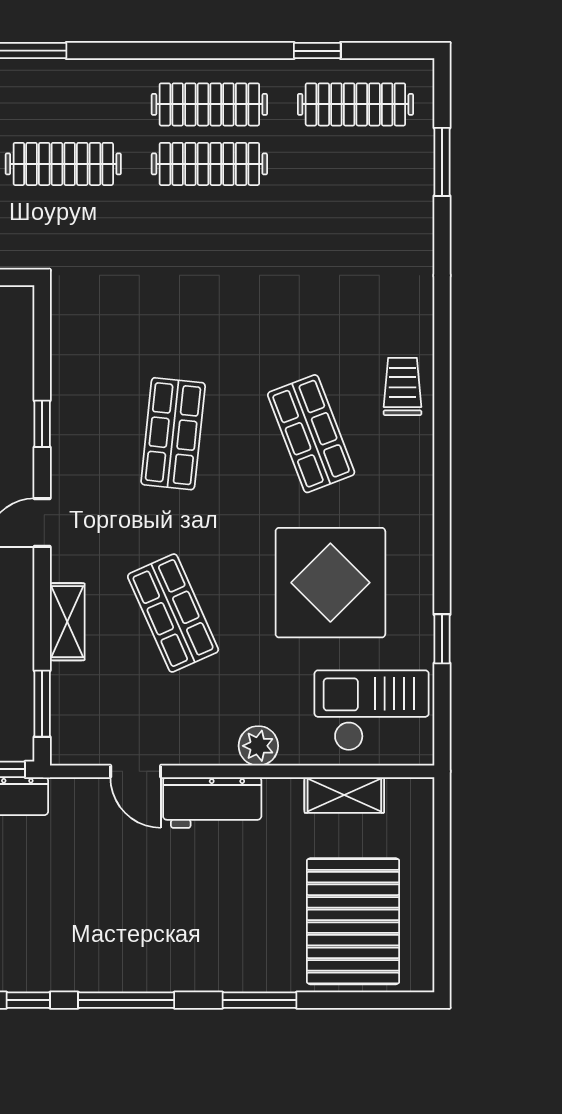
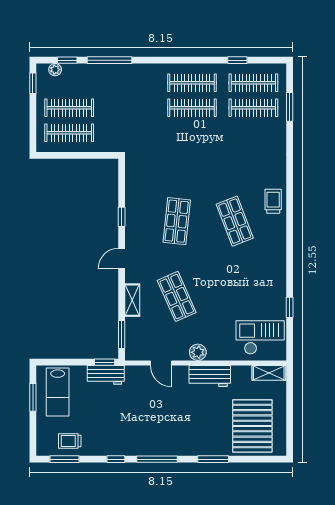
clothes rail: (63, 164) -> (253, 108), moved
display table: (330, 583) -> (243, 284), removed
plant: (258, 746) -> (198, 352), moved
shelving: (344, 795) -> (269, 373), moved
workbench: (212, 802) -> (210, 376), moved

